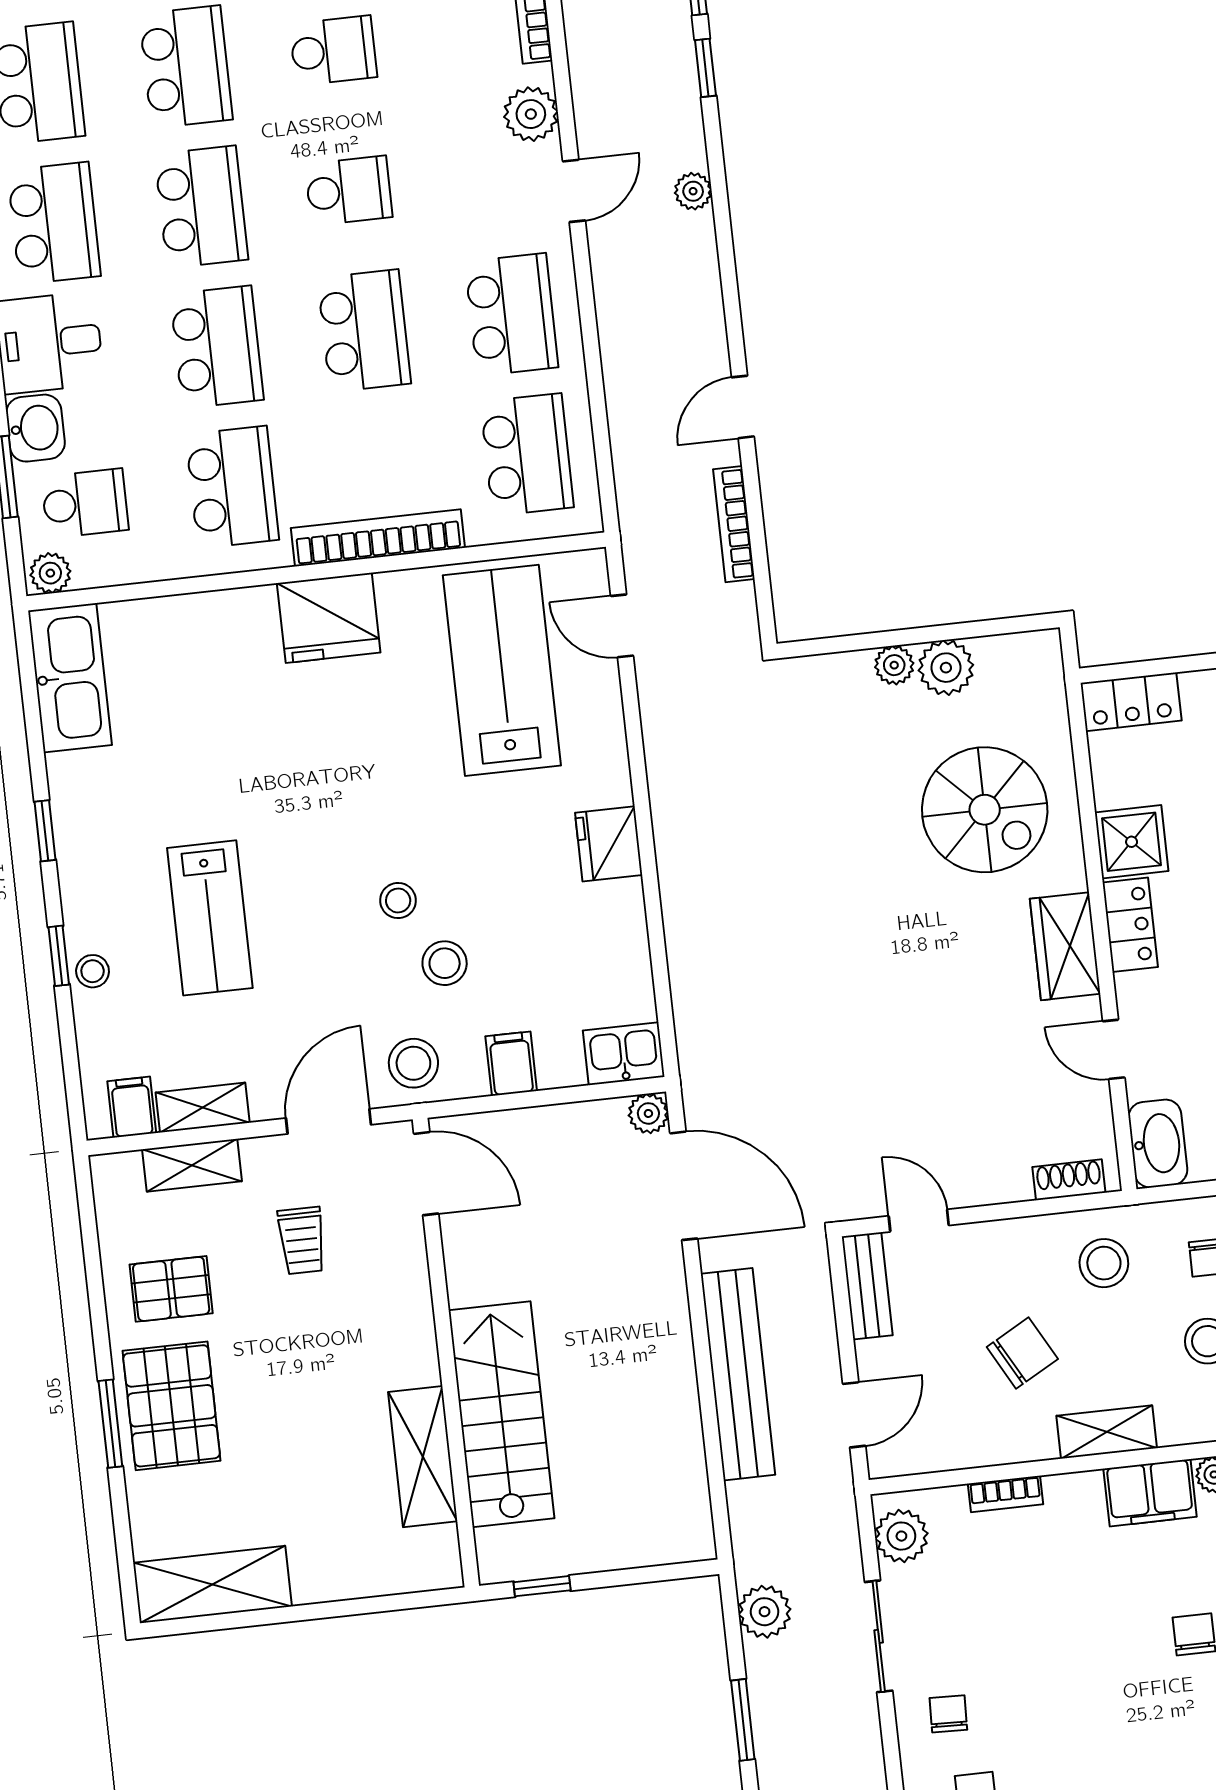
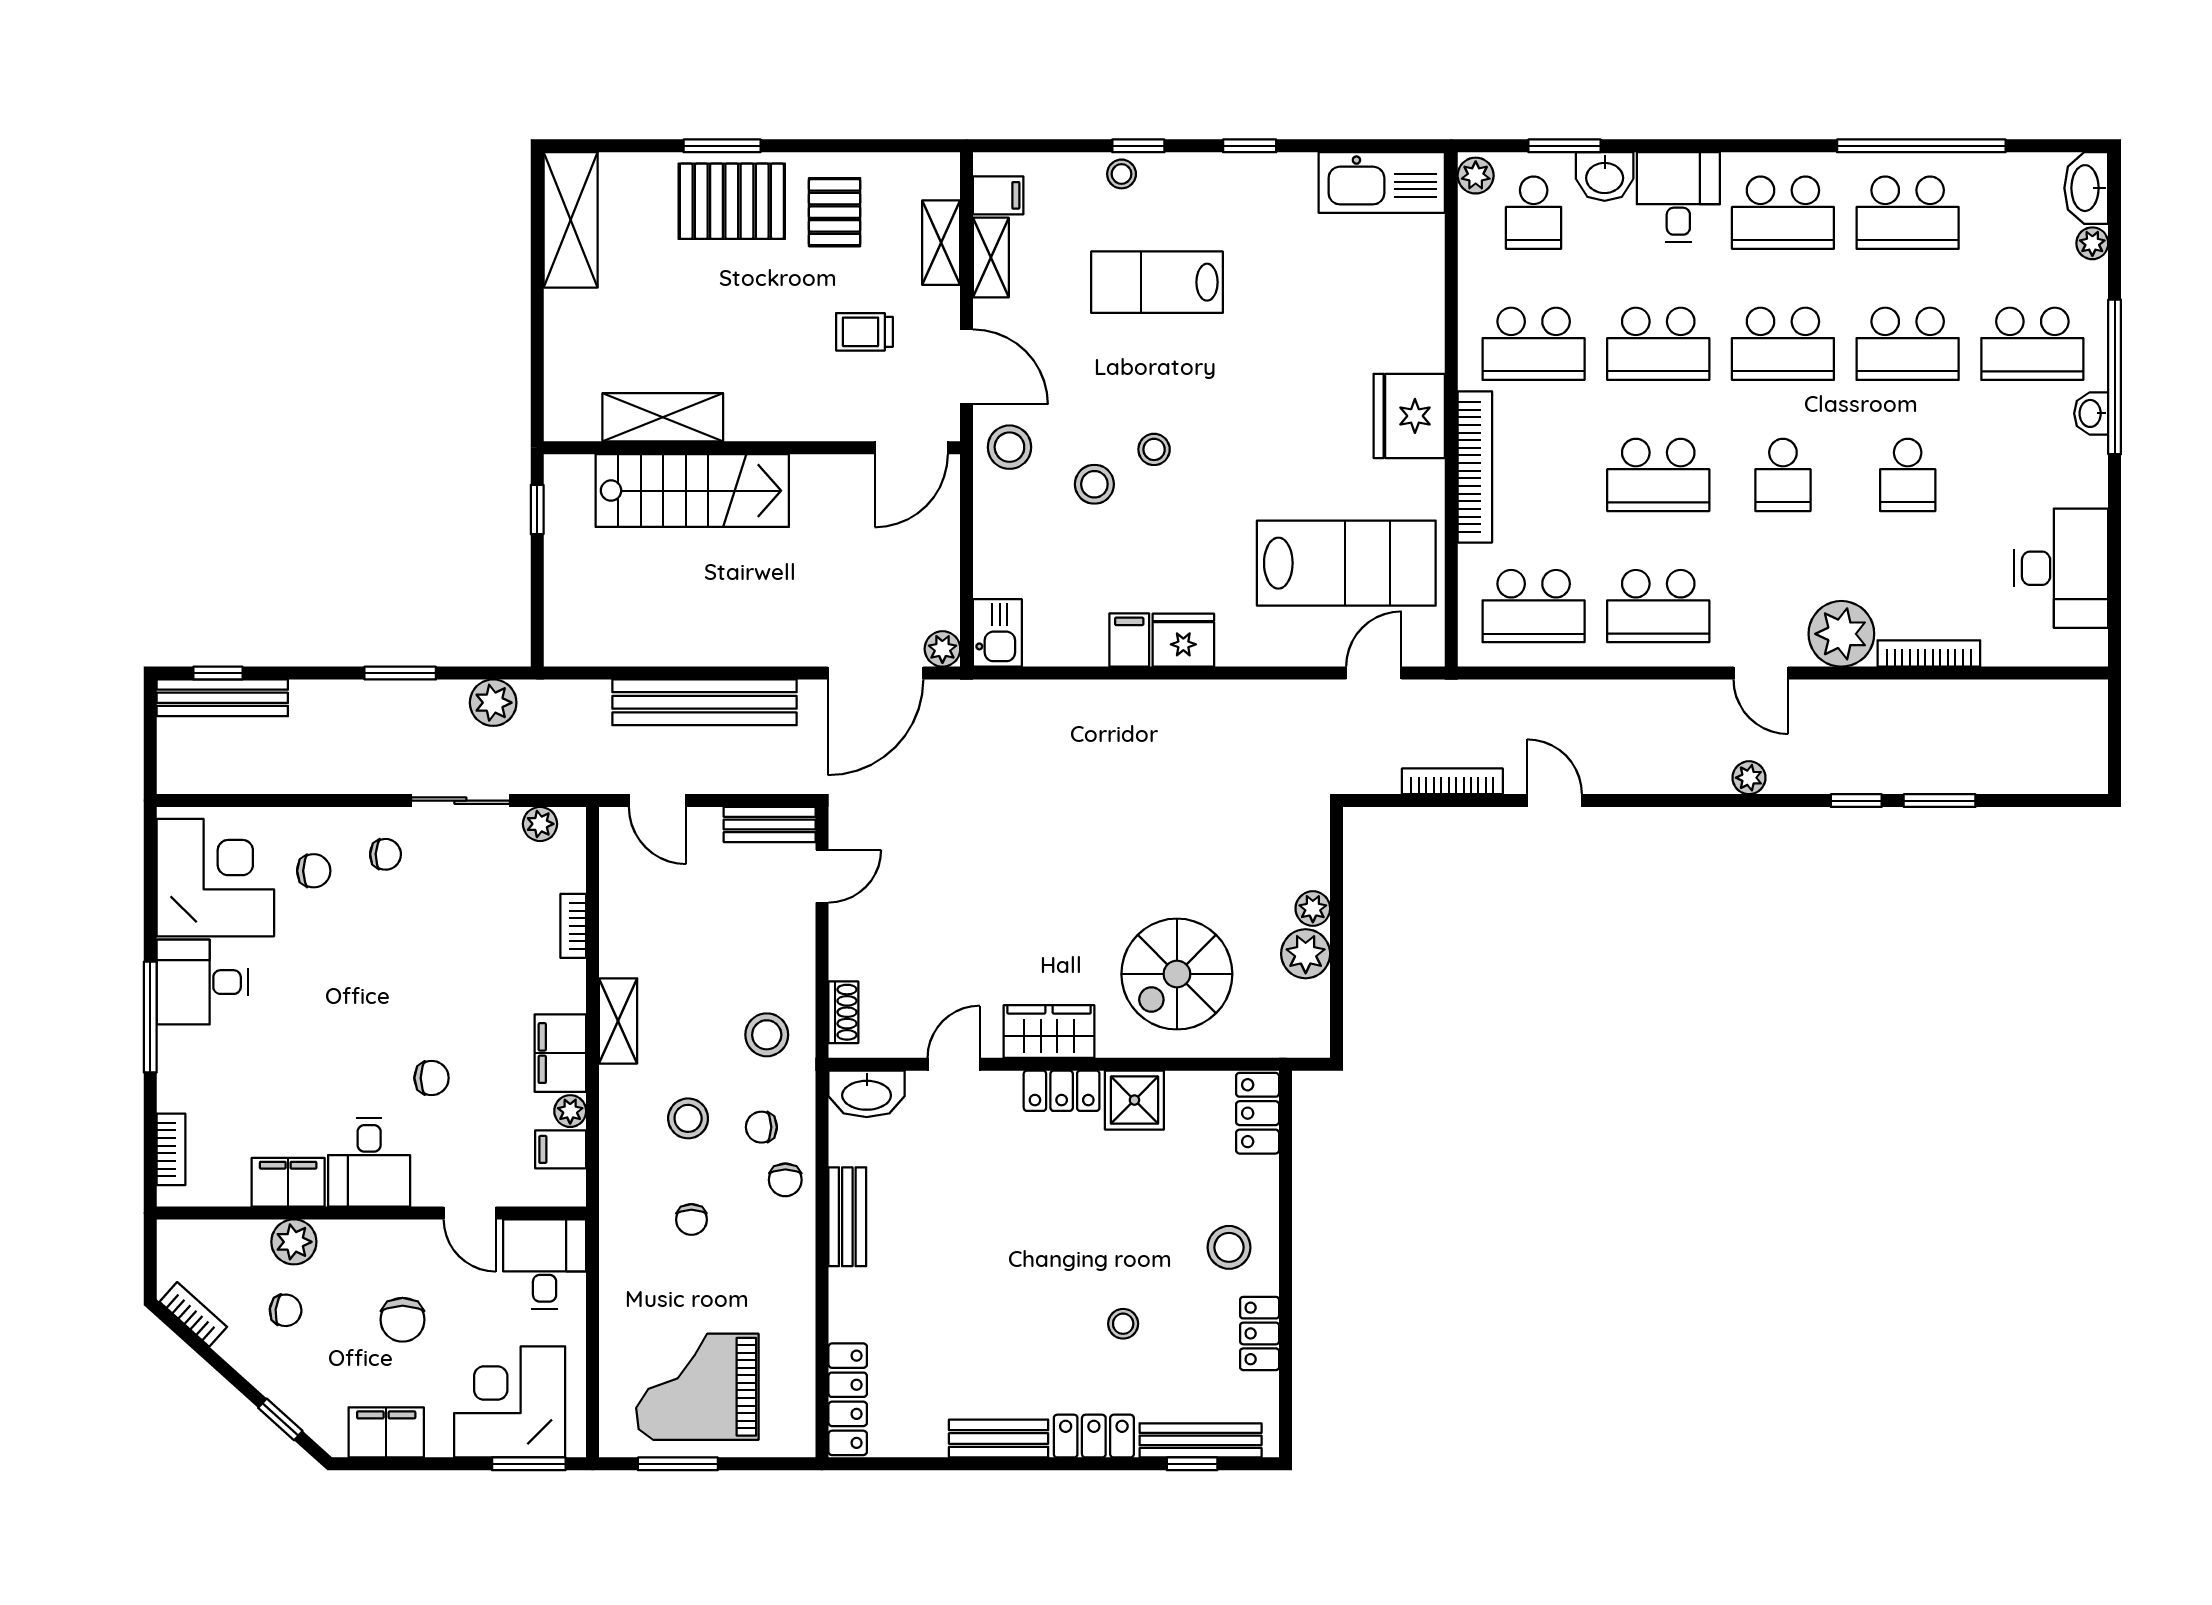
plant: (531, 114) -> (1841, 634), width x1.36, depth x1.36
filing cabinet: (511, 1064) -> (1129, 640), moved, turned -90
chair: (1022, 1353) -> (696, 954), removed
plant: (901, 1536) -> (540, 824), width x0.73, depth x0.73

